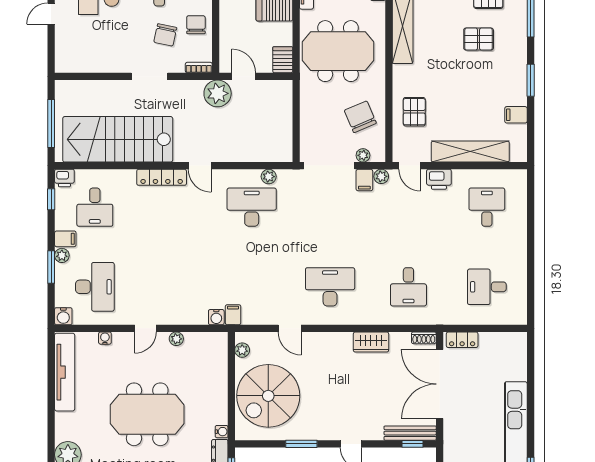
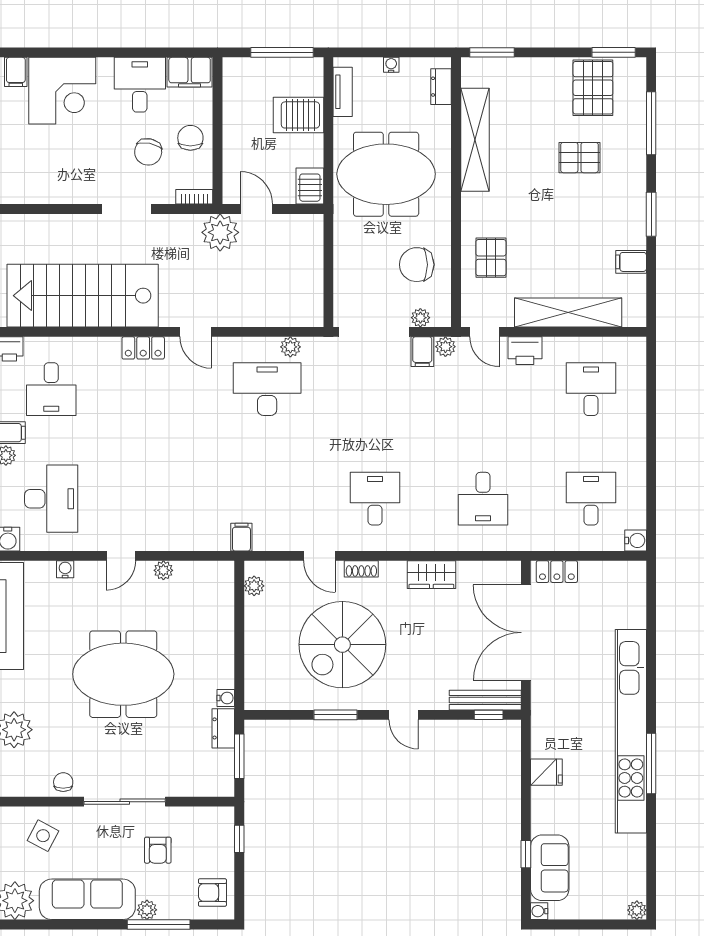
chair: (360, 117) -> (417, 265), turned -67
locker: (162, 177) -> (143, 348), width x0.66
desk: (330, 287) -> (375, 499), width x0.73
desk: (487, 287) -> (591, 499), turned 90
water cooler: (216, 317) -> (636, 540), moved, turned -90
shoe rack: (424, 338) -> (361, 569), moved
spiral stairs: (268, 396) -> (342, 645), moved

